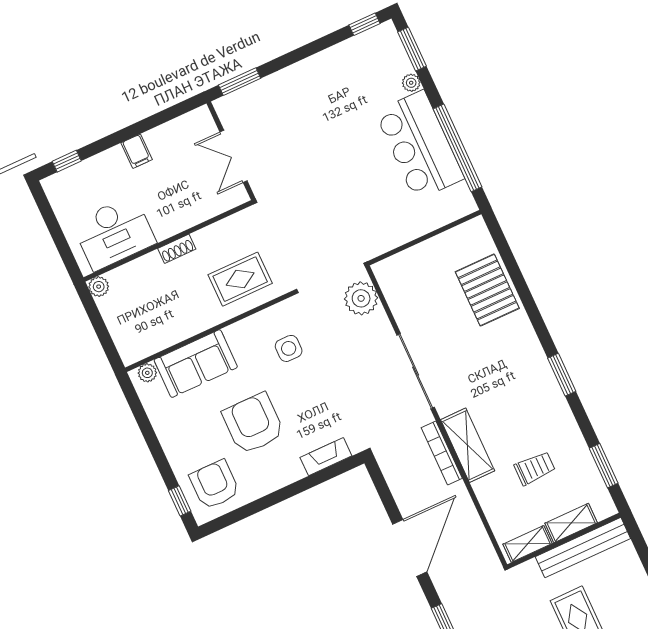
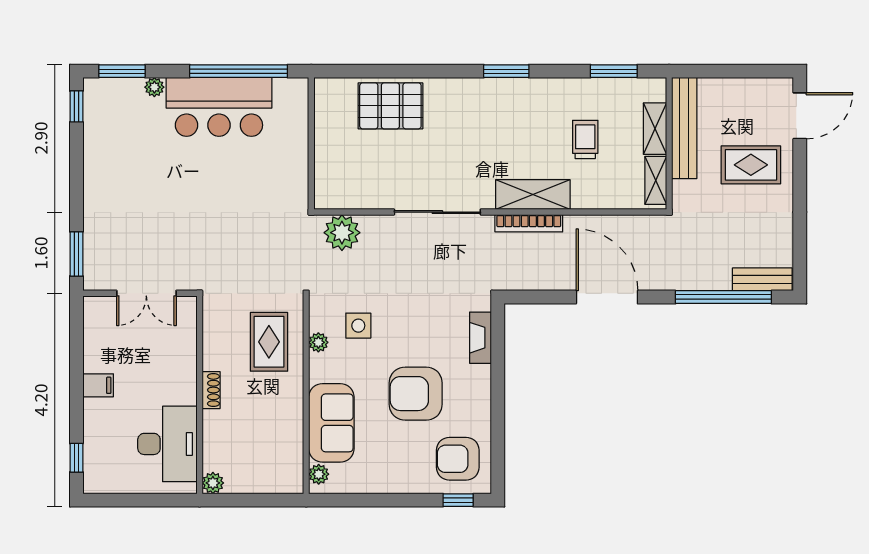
plant: (259, 321) -> (318, 342), added

